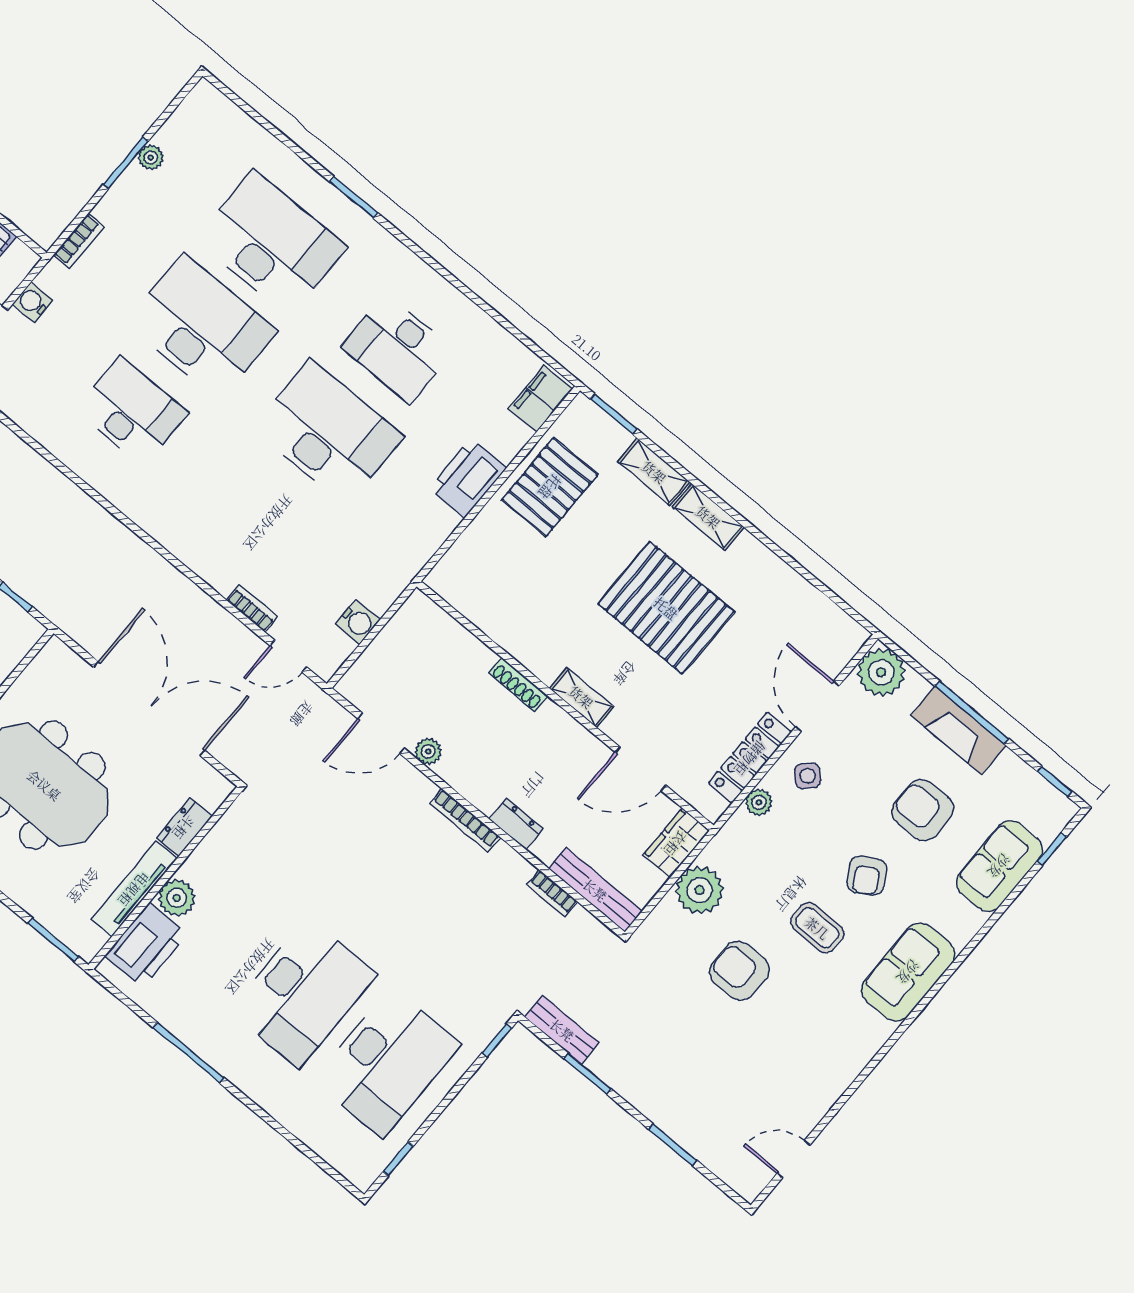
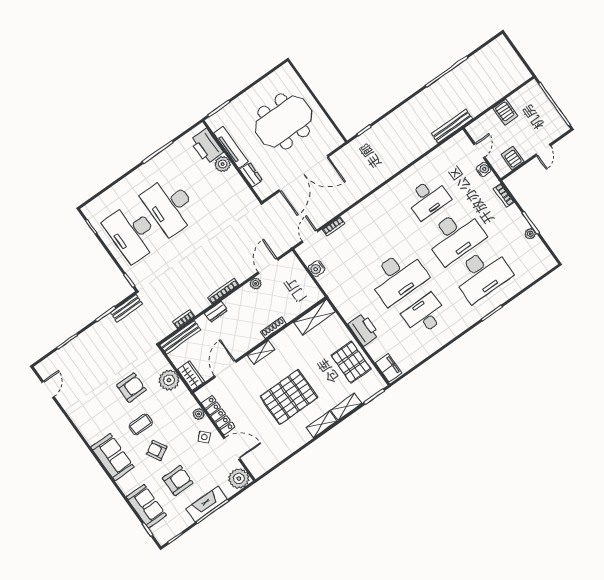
shelving: (469, 597) -> (315, 317), added

